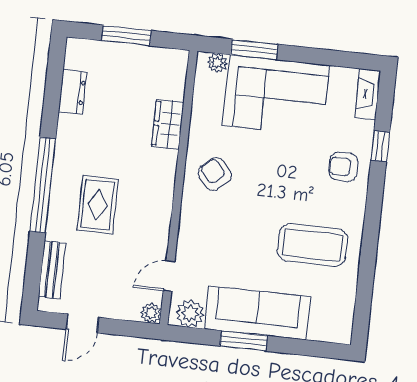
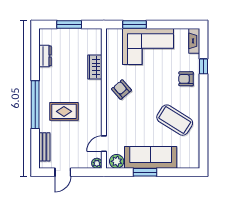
plant: (217, 63) -> (117, 33), removed
rug: (98, 205) -> (64, 111), turned 90
coffee table: (313, 245) -> (175, 120), turned 32

